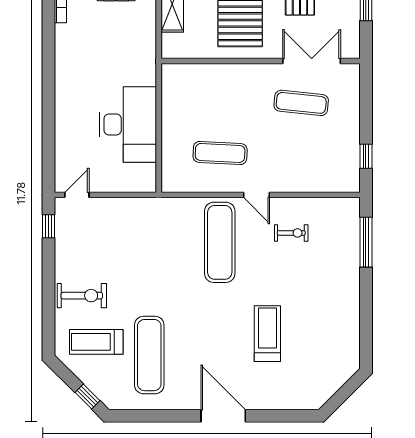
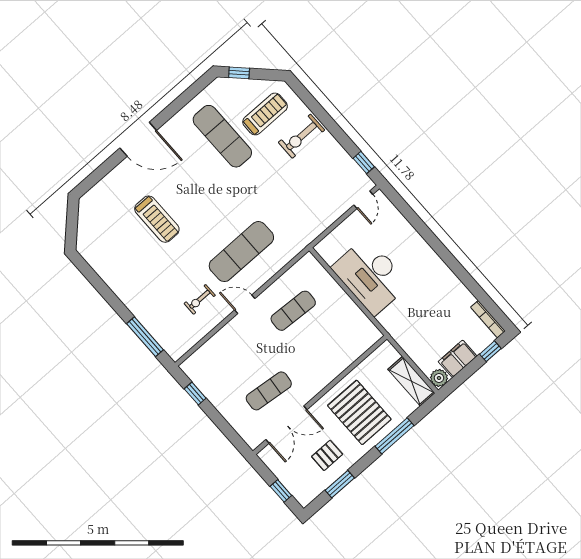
exercise mat: (220, 242) -> (241, 252), turned 90

